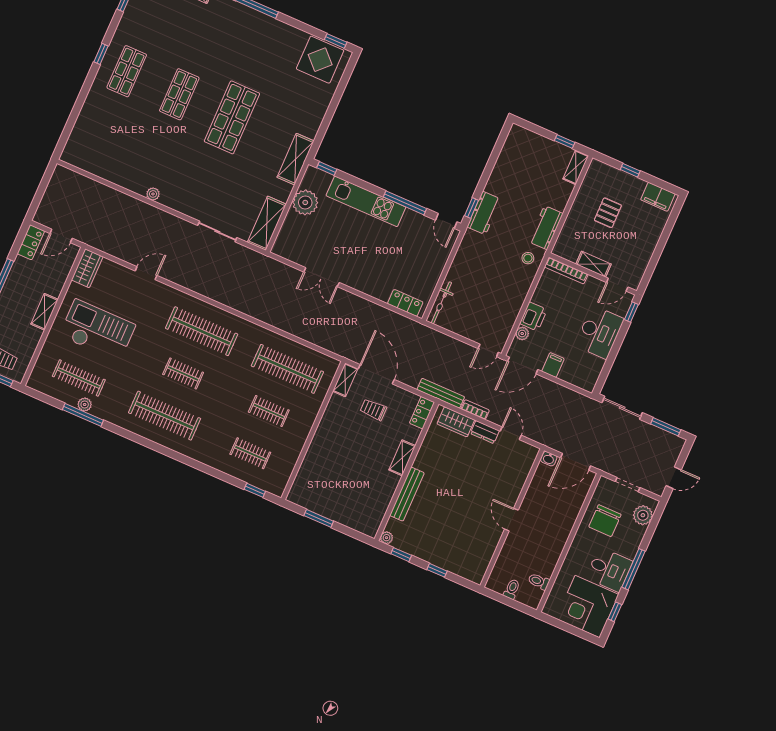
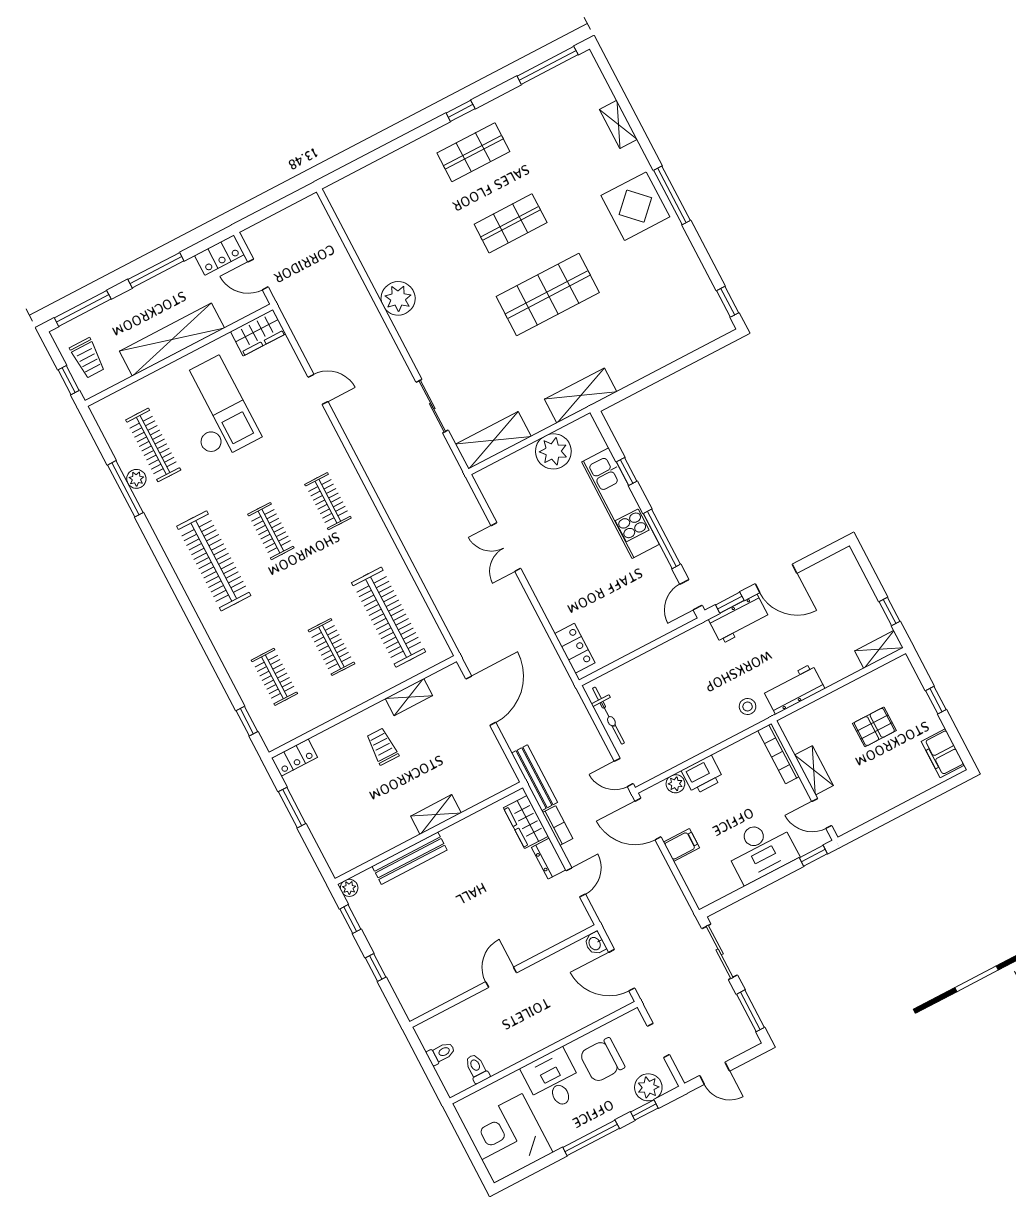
display table: (320, 60) -> (635, 206), moved
window: (327, 169) -> (627, 472), moved
door: (486, 174) -> (776, 578), added
plant: (153, 194) -> (398, 298), width x1.88, depth x1.88
bicycle: (441, 303) -> (608, 716), moved, turned -90
shelving: (44, 312) -> (172, 340), width x2.20, depth x1.33
clothes rail: (202, 331) -> (328, 501), width x0.54, depth x0.76
shelving: (345, 380) -> (409, 697), moved
trolley: (373, 410) -> (382, 746), moved
locker: (422, 413) -> (295, 758), moved, turned 180
desk: (609, 570) -> (553, 1080), moved, turned 180
window: (615, 612) -> (644, 1110), moved

